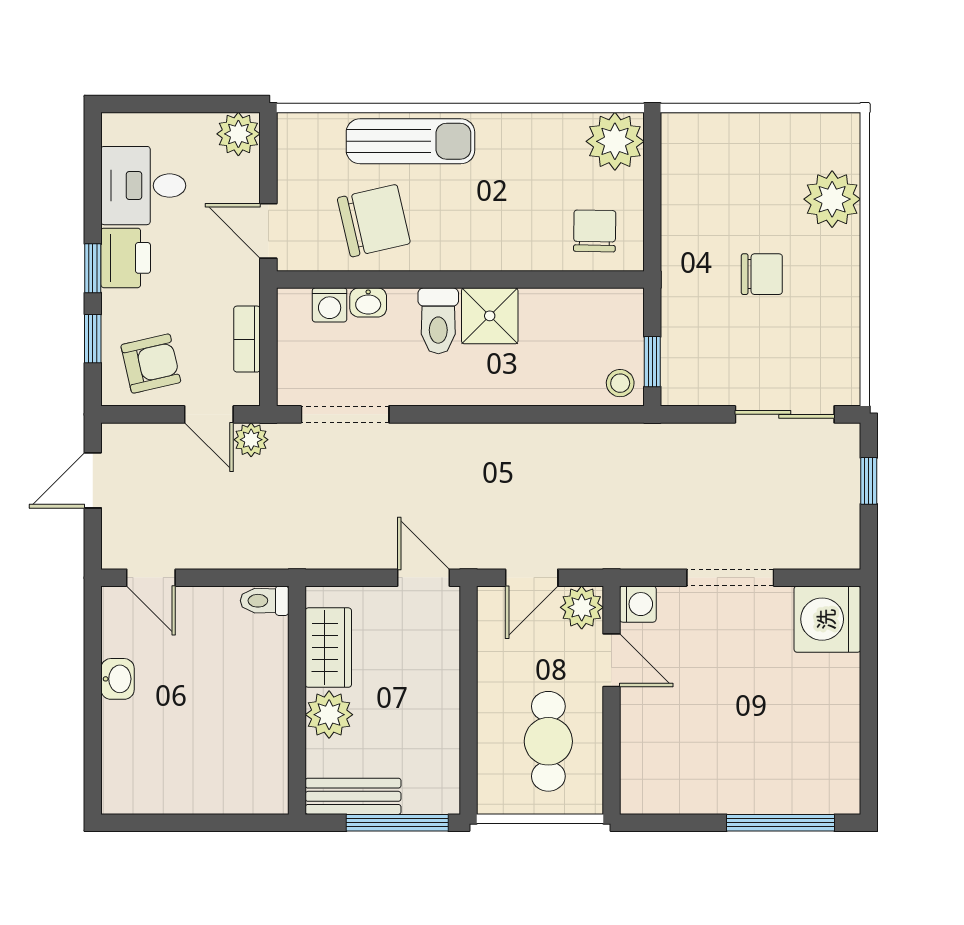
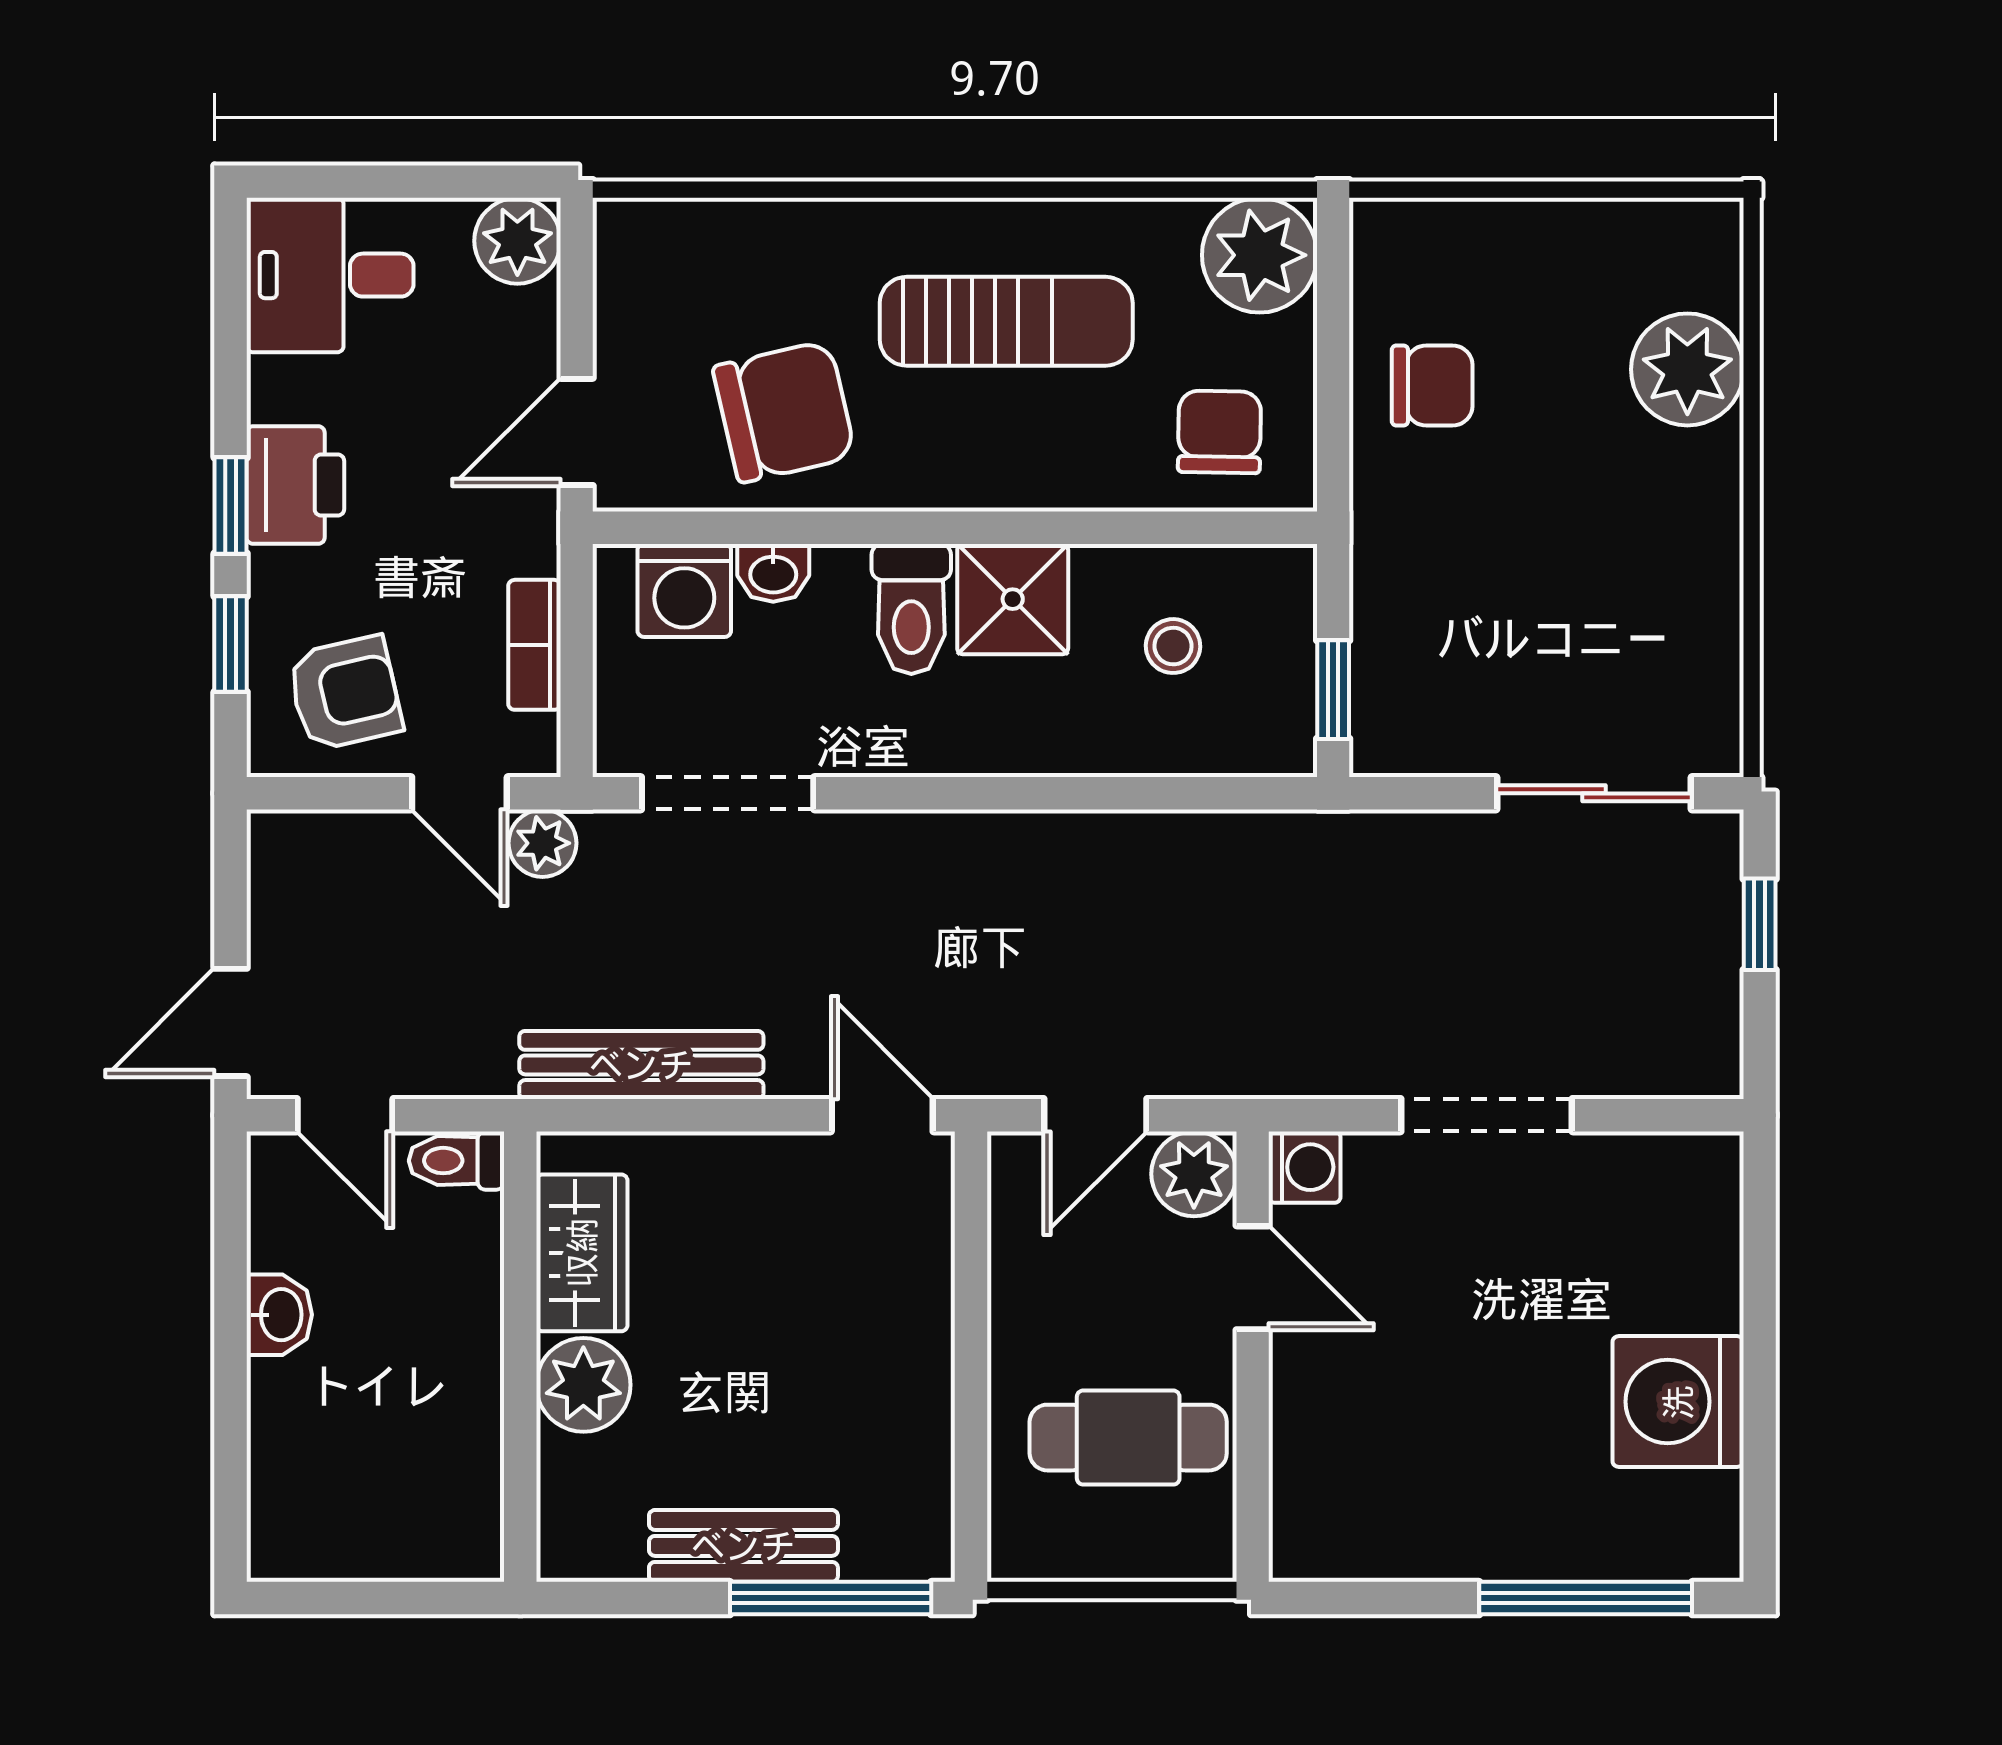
sun lounger: (410, 141) -> (1006, 321), moved
desk: (143, 186) -> (330, 275), moved
door: (268, 231) -> (577, 432), hinge flipped
chair: (762, 274) -> (1432, 385), moved
washing machine: (330, 305) -> (684, 590), width x1.38, depth x1.38
stool: (620, 383) -> (1173, 646), moved
door: (93, 480) -> (231, 1022), moved
bench: (301, 552) -> (641, 1065), added
toilet: (265, 601) -> (457, 1161), moved
washing machine: (827, 619) -> (1678, 1402), moved
wardrobe: (328, 648) -> (582, 1253), moved
wall: (297, 700) -> (520, 1357), moved
plant: (329, 715) -> (583, 1385), moved
cafe table: (548, 741) -> (1128, 1438), turned 90

